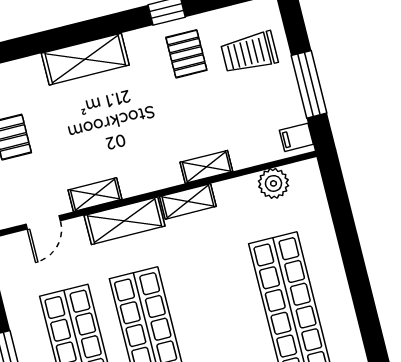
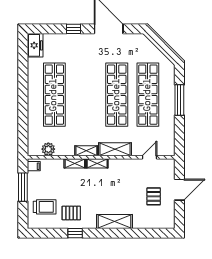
pallet: (186, 54) -> (71, 213), turned 90
shelving: (95, 195) -> (97, 163), moved

